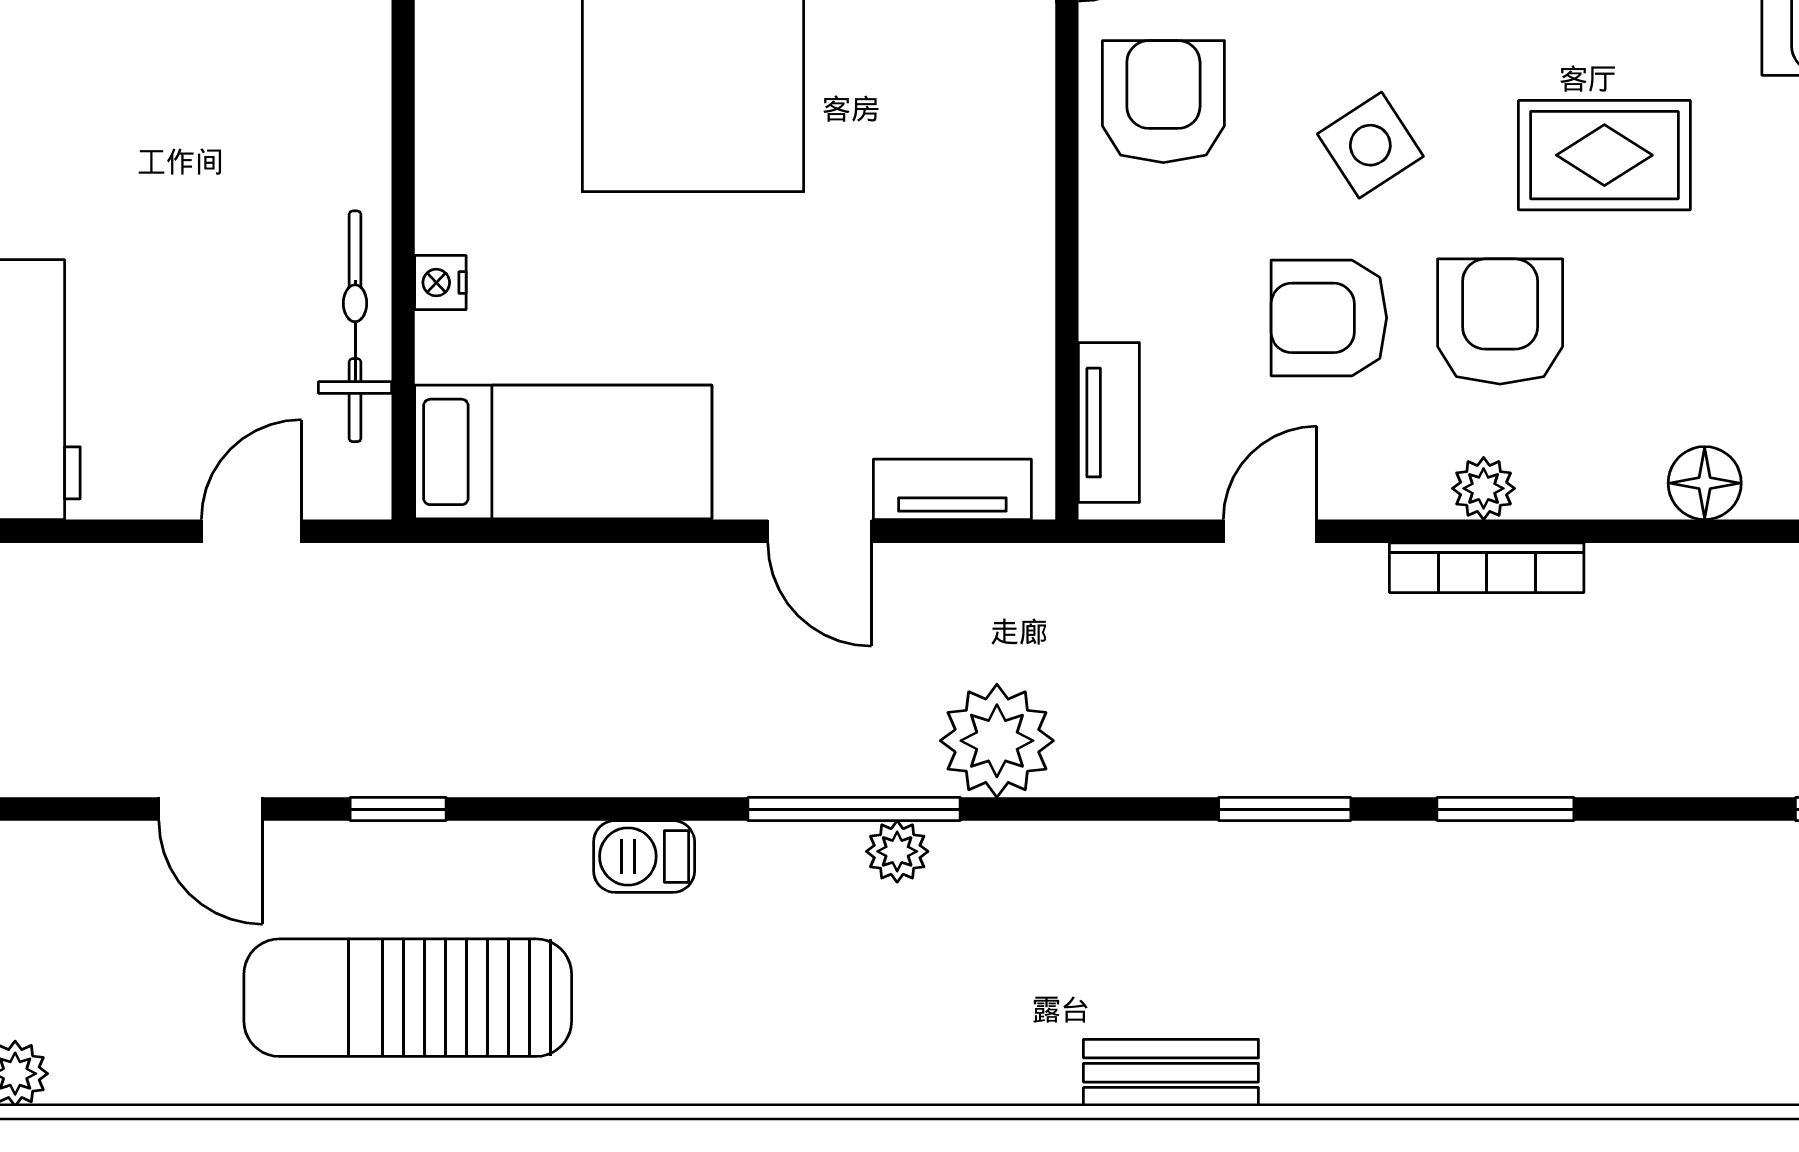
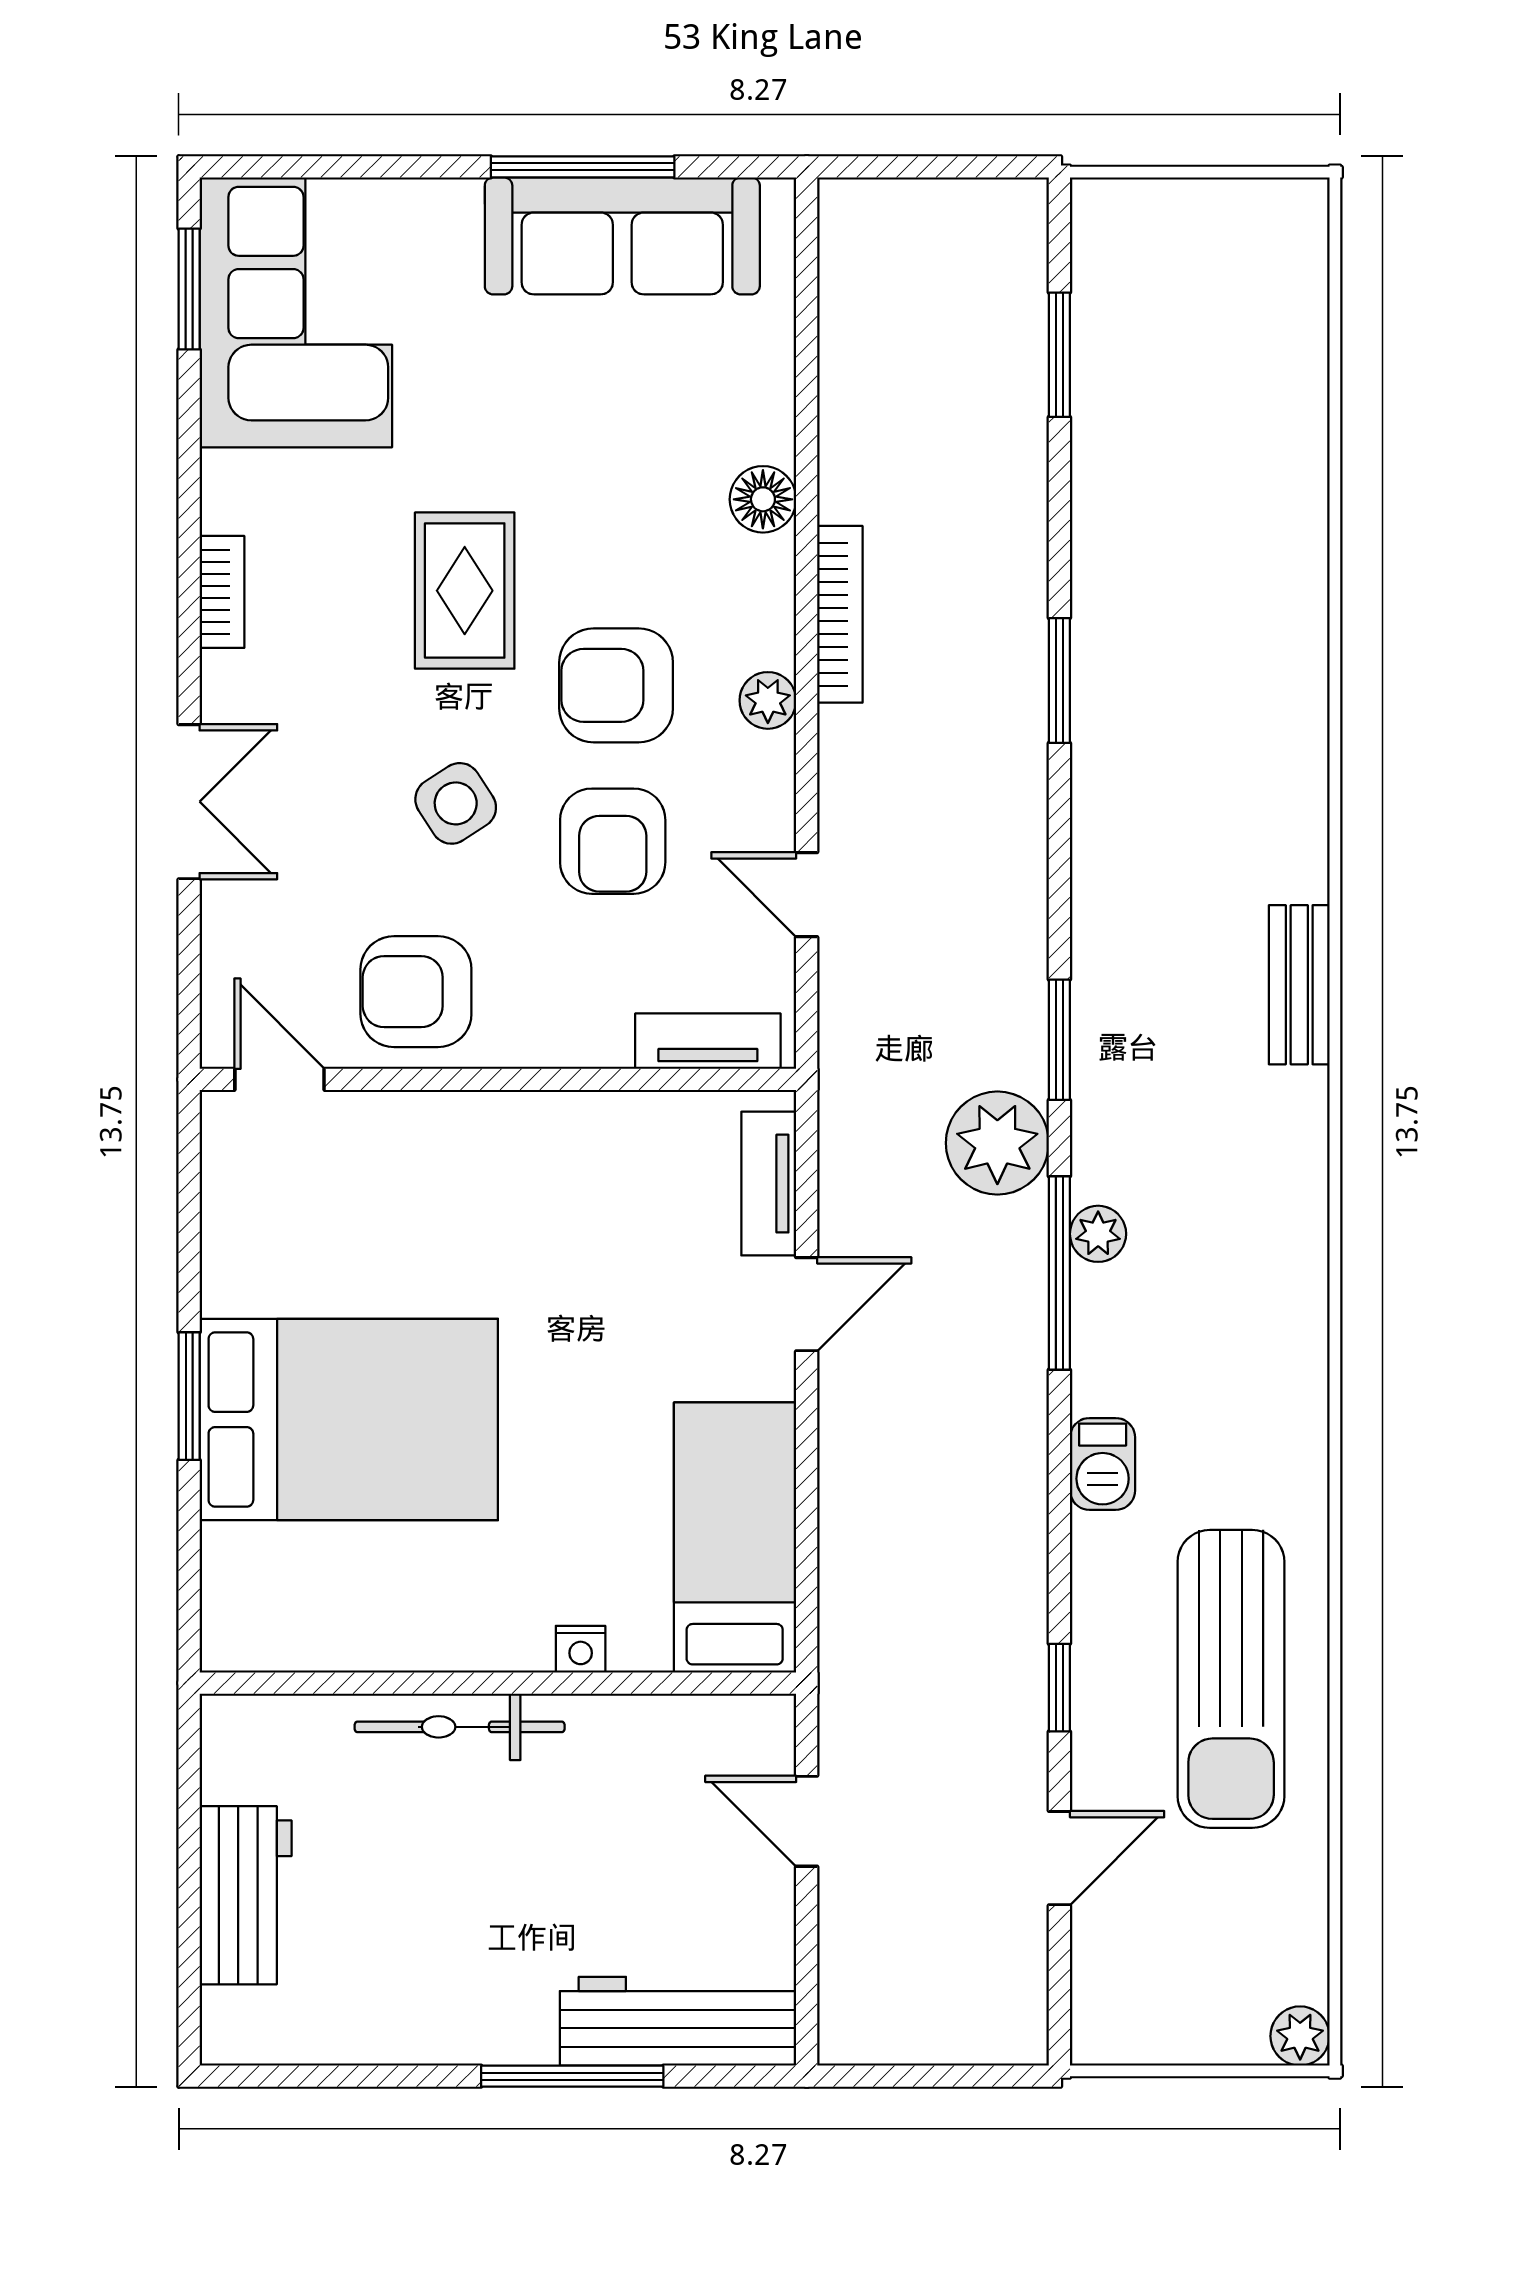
bicycle: (355, 326) -> (460, 1727), moved
bookcase: (1487, 568) -> (840, 614), moved
window: (1285, 809) -> (1059, 1040), moved

